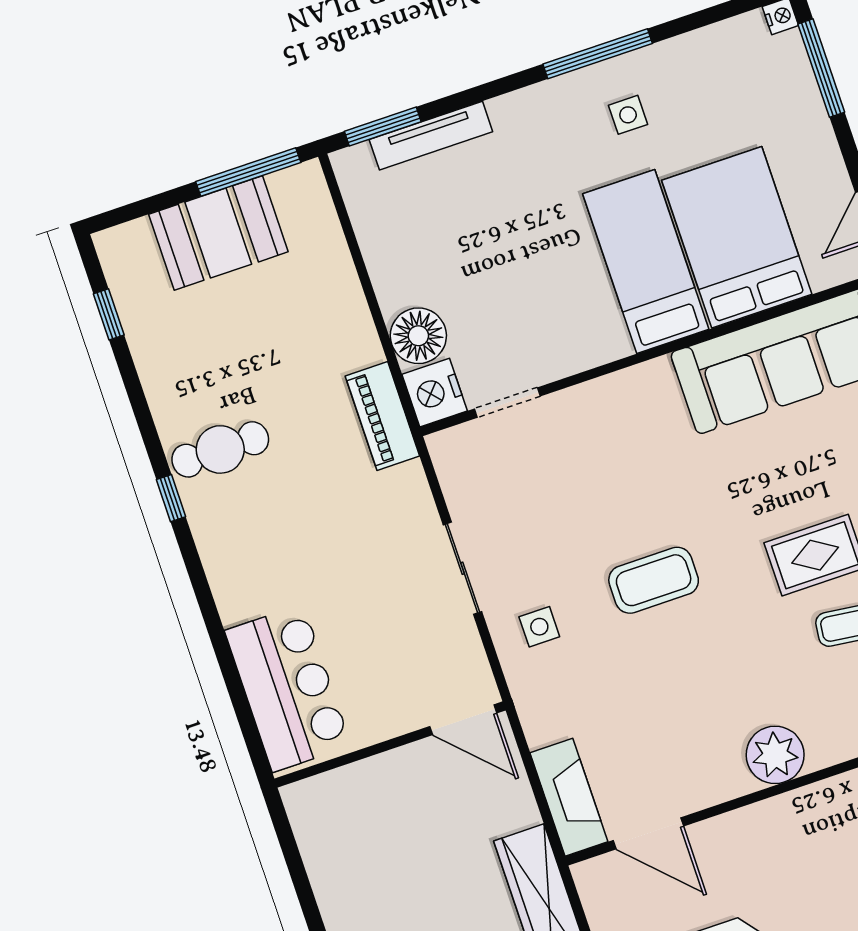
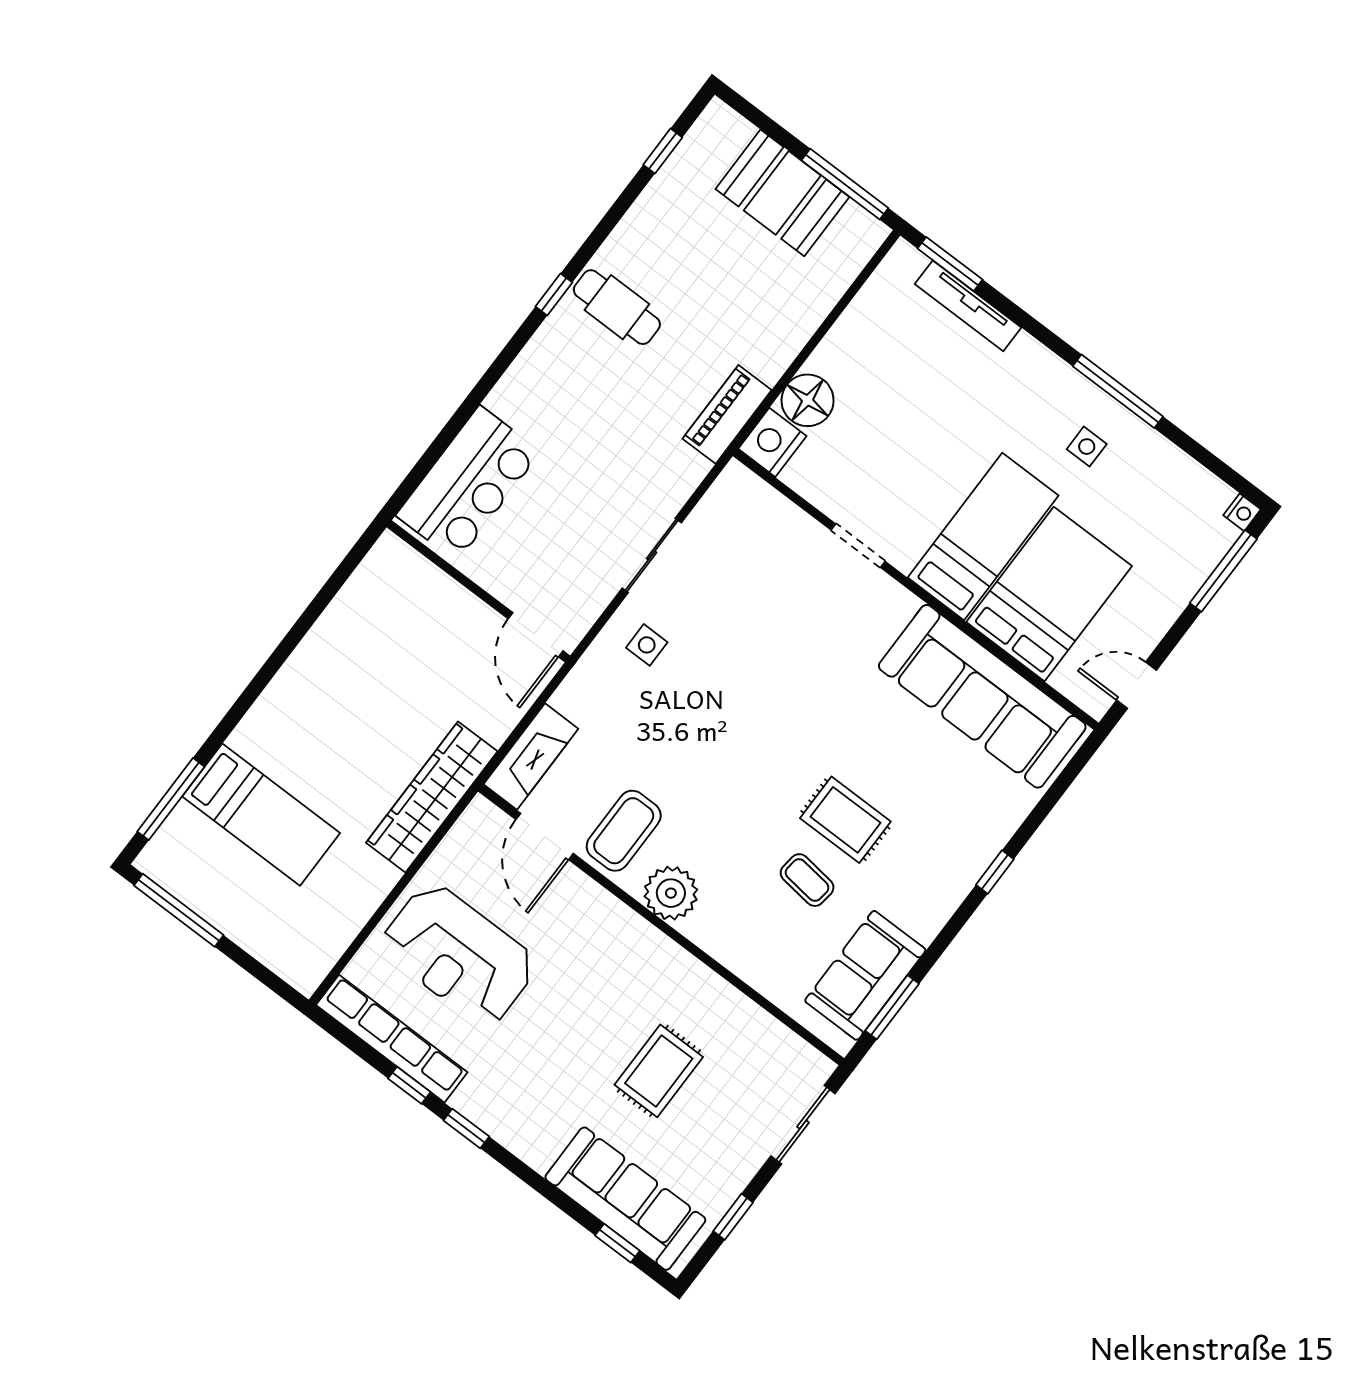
doorway: (507, 403) -> (858, 546), moved
coffee table: (654, 580) -> (624, 831), moved, turned 90

